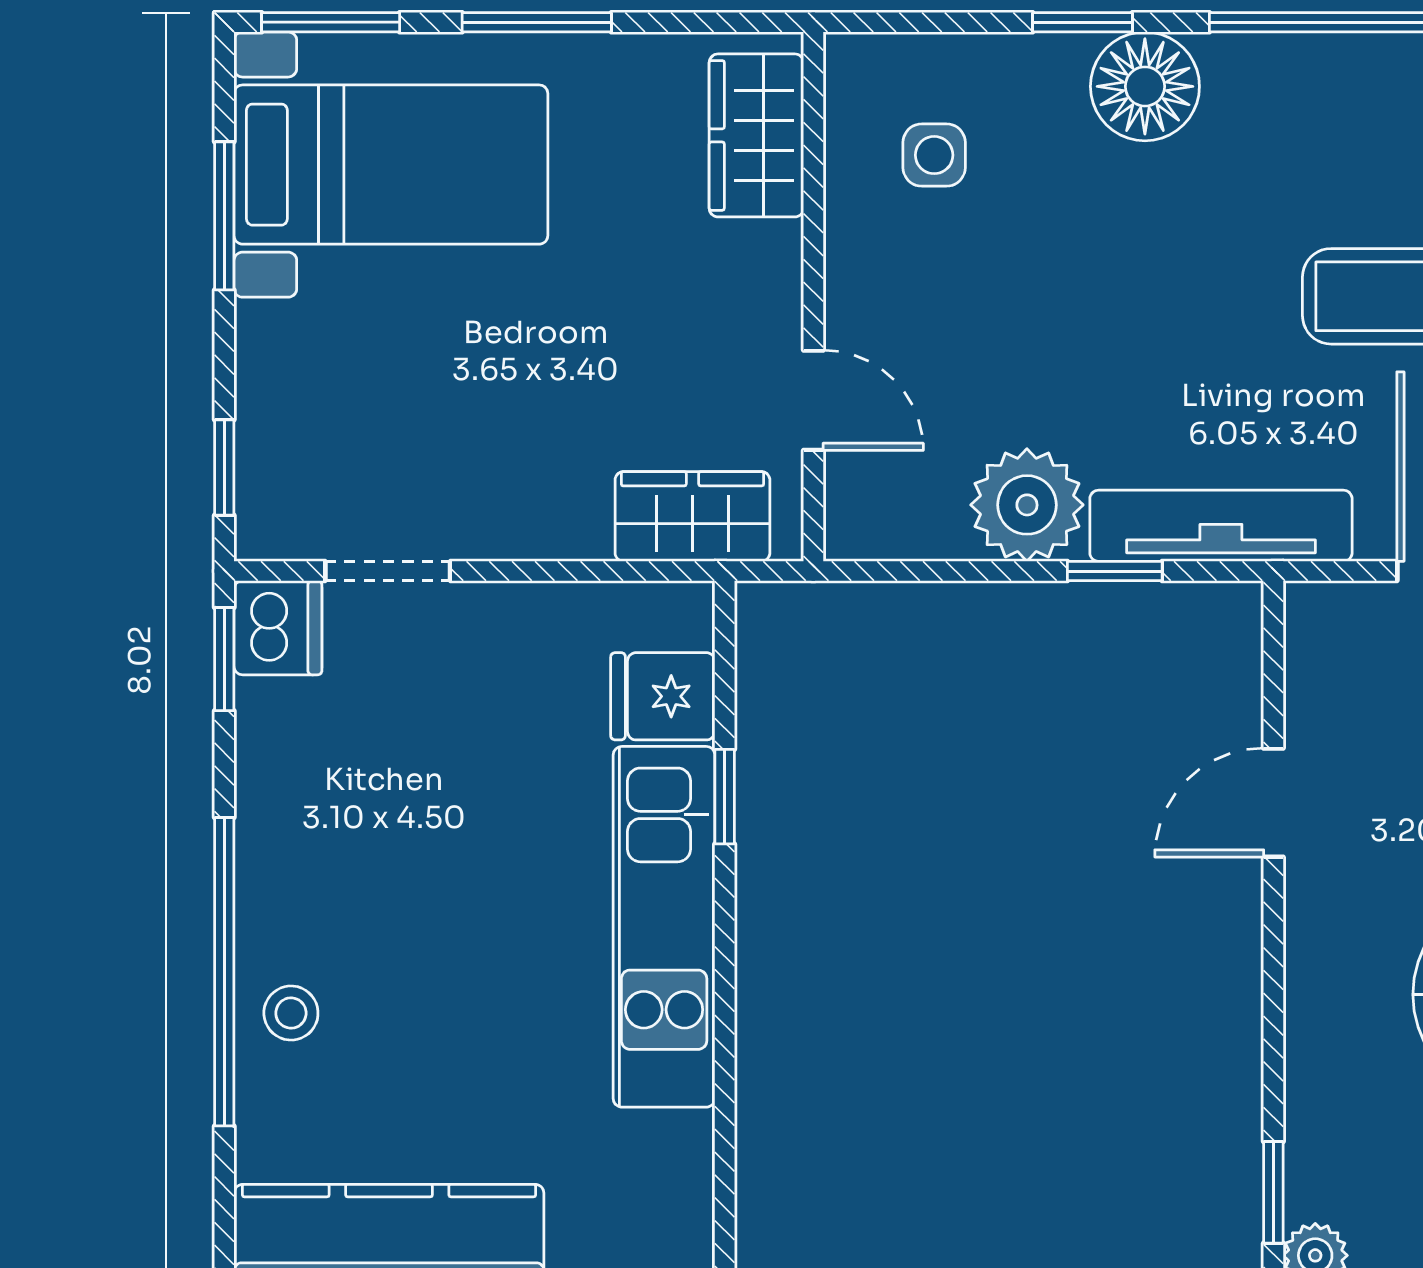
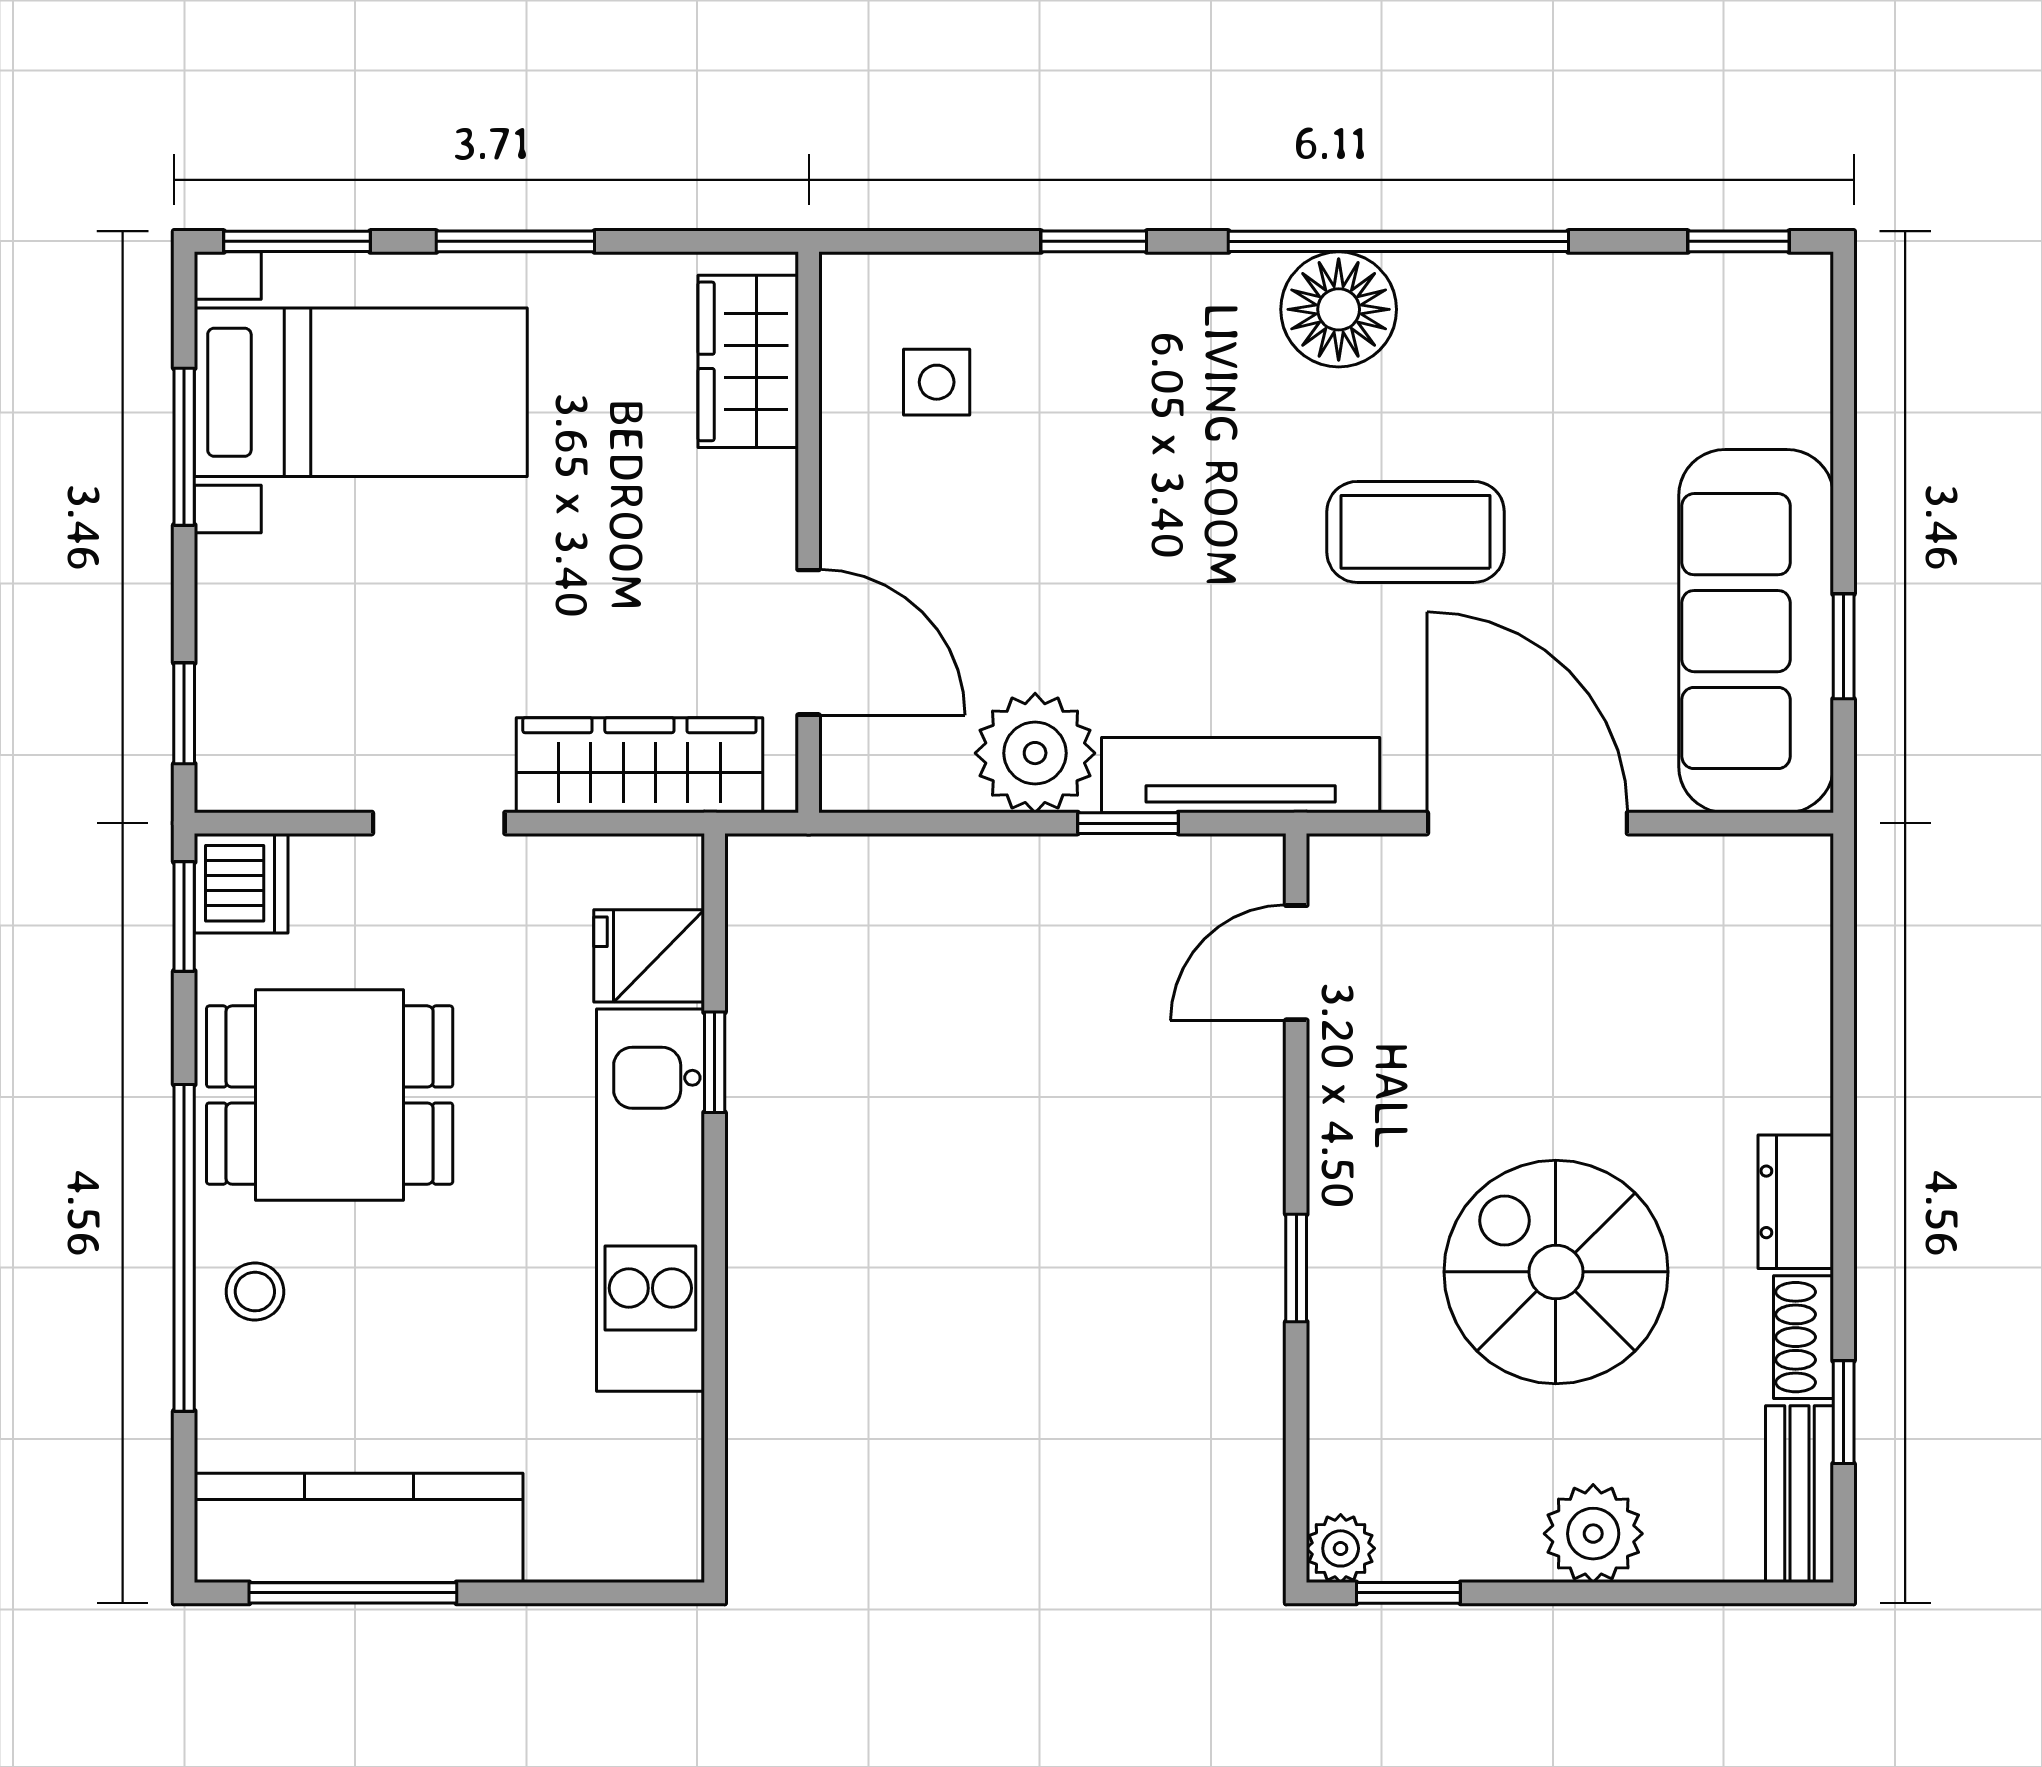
floor lamp: (1145, 86) -> (1339, 309), moved
door: (813, 400) -> (809, 642), width x1.37
wardrobe: (692, 516) -> (639, 765), width x1.50
doorway: (388, 571) -> (439, 823), moved
door: (1273, 803) -> (1296, 963), moved
dining table: (361, 828) -> (330, 1095), added
window: (1273, 1192) -> (1296, 1268), moved

